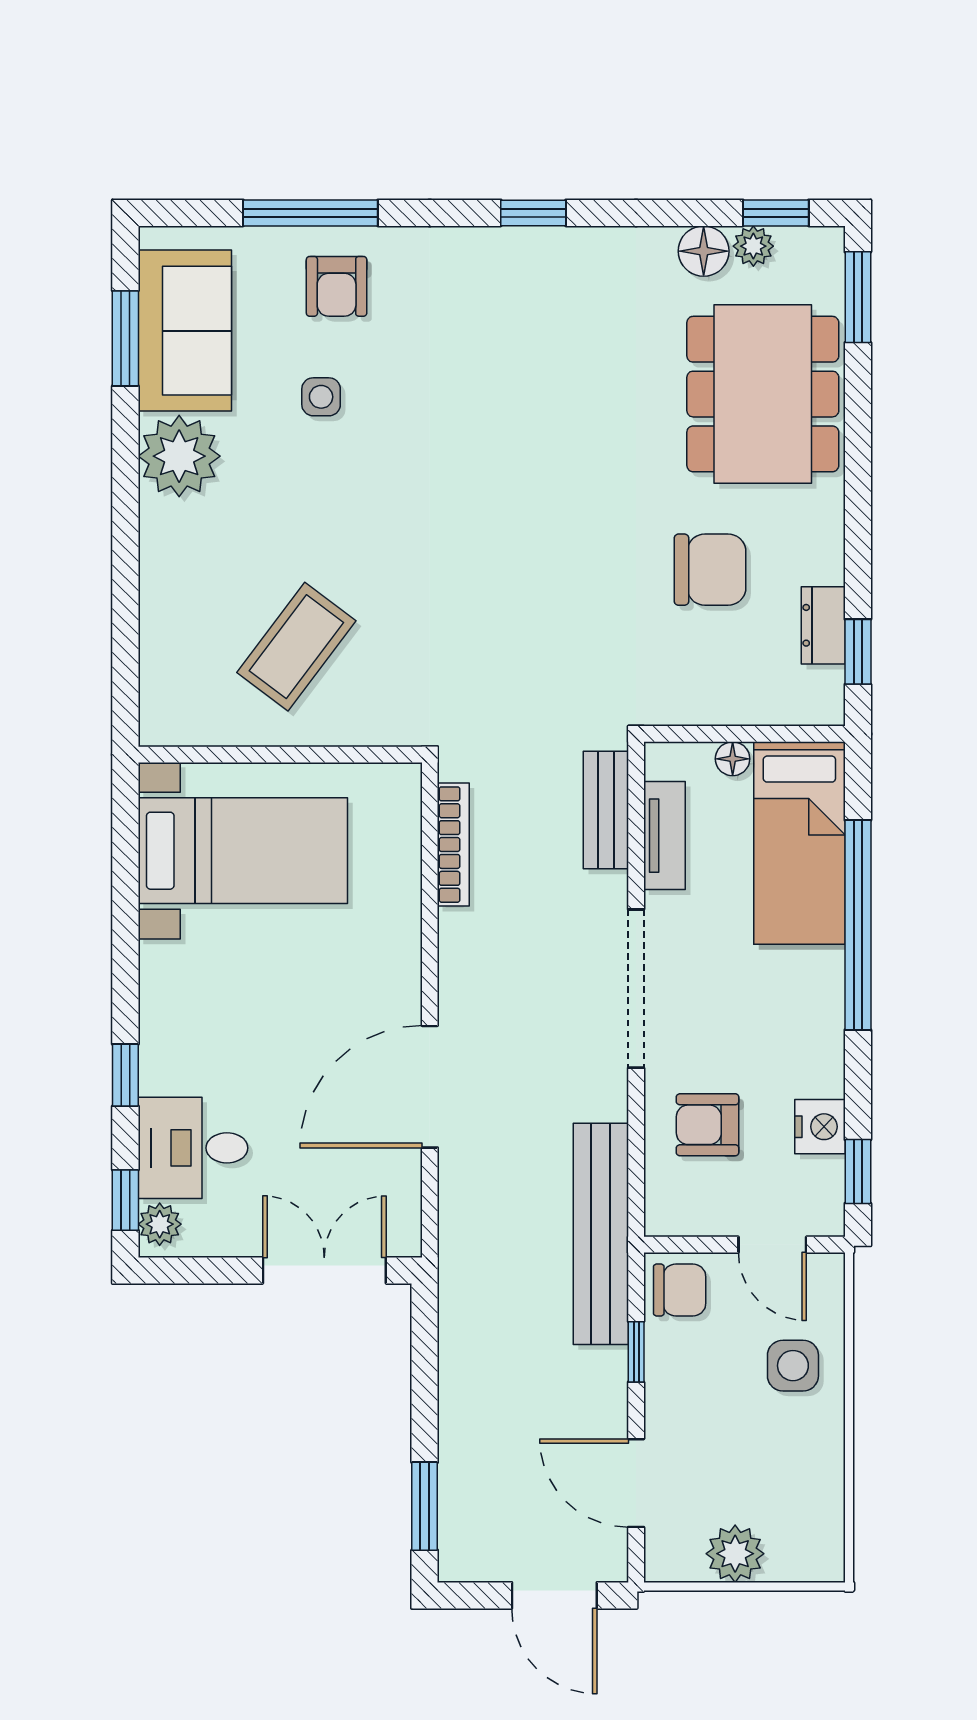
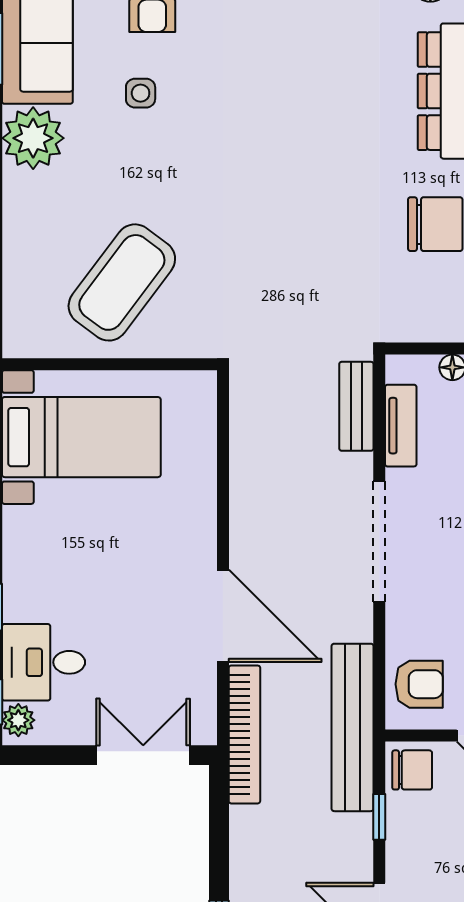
coffee table: (296, 647) -> (122, 282), width x1.36, depth x1.32
bookcase: (453, 845) -> (244, 734), moved, width x1.48, depth x1.31
door: (430, 1087) -> (223, 616), swing flipped
armchair: (708, 1125) -> (419, 684), moved, turned 180

